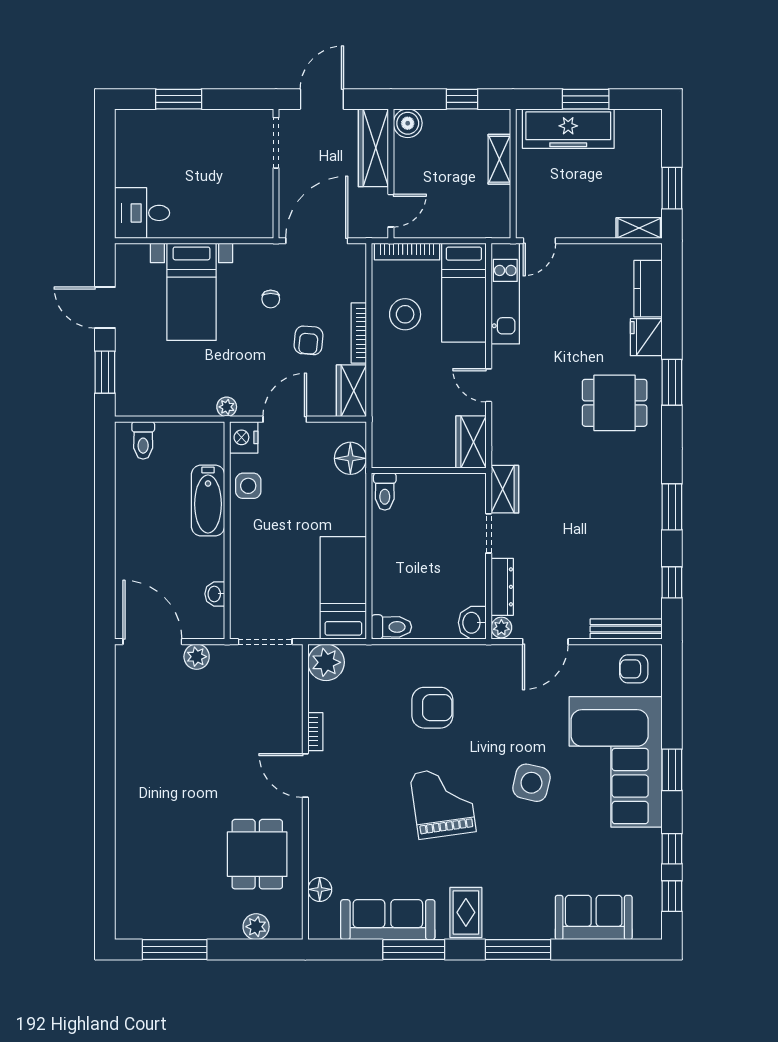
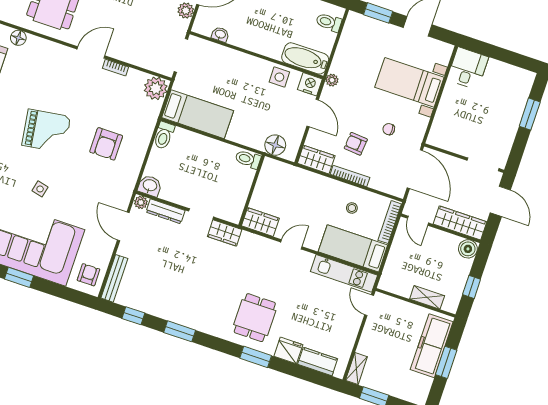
stool: (405, 314) -> (352, 208), width x0.53, depth x0.53
bathtub: (208, 500) -> (305, 58), moved
side table: (531, 783) -> (40, 189), width x0.54, depth x0.54

